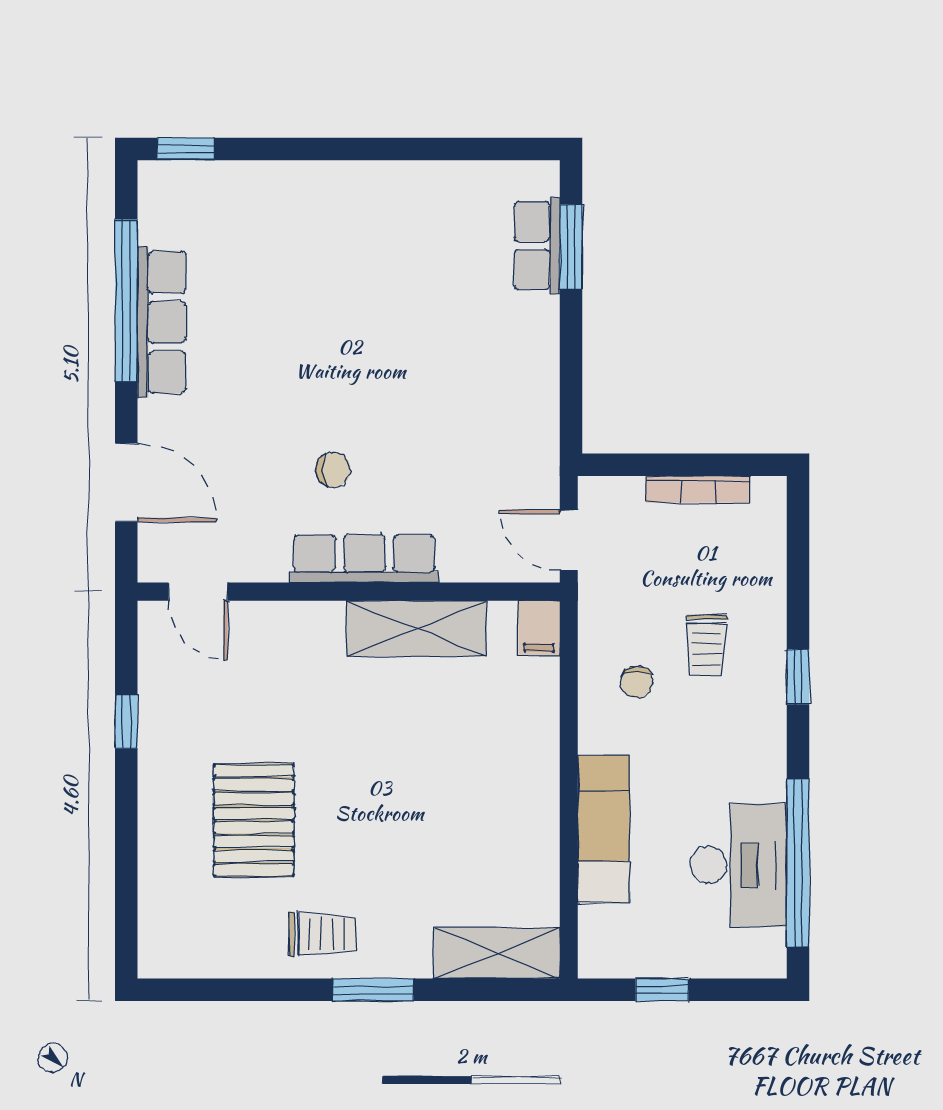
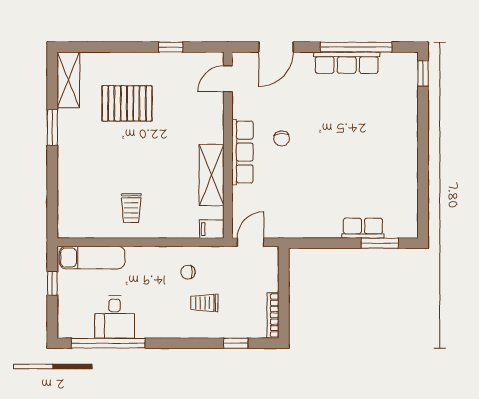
row of seats: (537, 246) -> (363, 228), moved
bookcase: (698, 489) -> (273, 315), moved
window: (798, 677) -> (236, 343), moved
exam couch: (604, 829) -> (92, 258), moved
desk: (738, 865) -> (115, 317), width x0.73
trolley: (322, 934) -> (131, 208), moved
shelving: (497, 953) -> (68, 80), moved
window: (373, 990) -> (52, 127), moved

